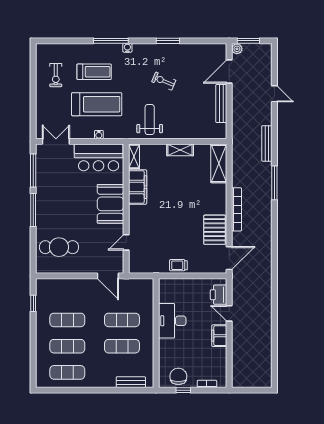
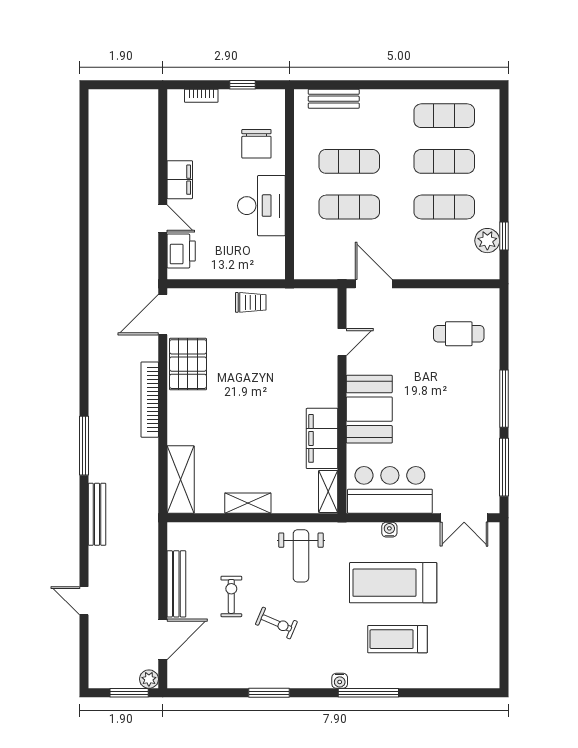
exercise bike: (56, 75) -> (231, 596), moved
cafe table: (59, 247) -> (459, 334), width x0.73, depth x0.74
plant: (43, 301) -> (487, 241), added
chair: (178, 376) -> (256, 144), moved

